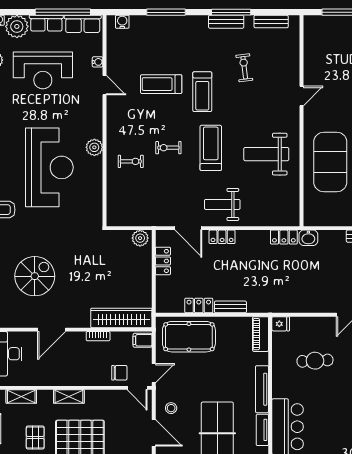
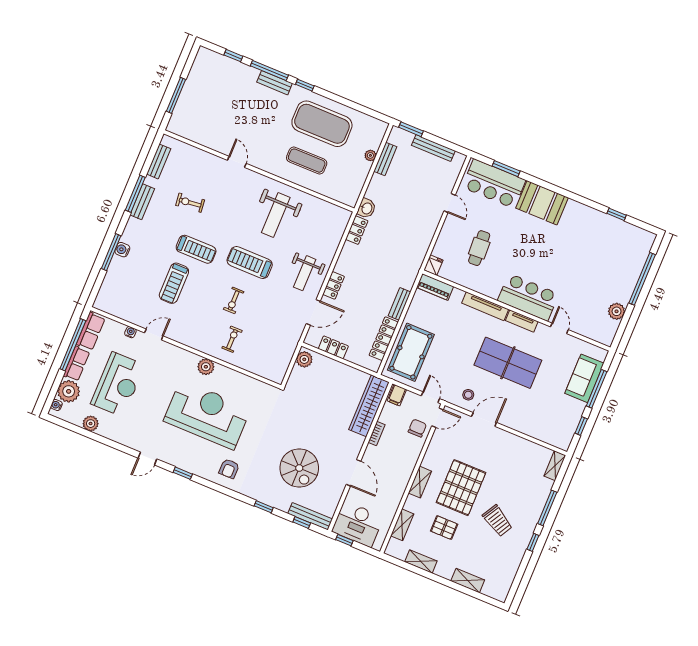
water cooler: (122, 22) -> (122, 250), moved
exercise mat: (330, 162) -> (307, 161), width x0.50, depth x0.69
spiral stairs: (35, 276) -> (299, 468), turned 180
locker: (199, 306) -> (384, 339), width x1.53

